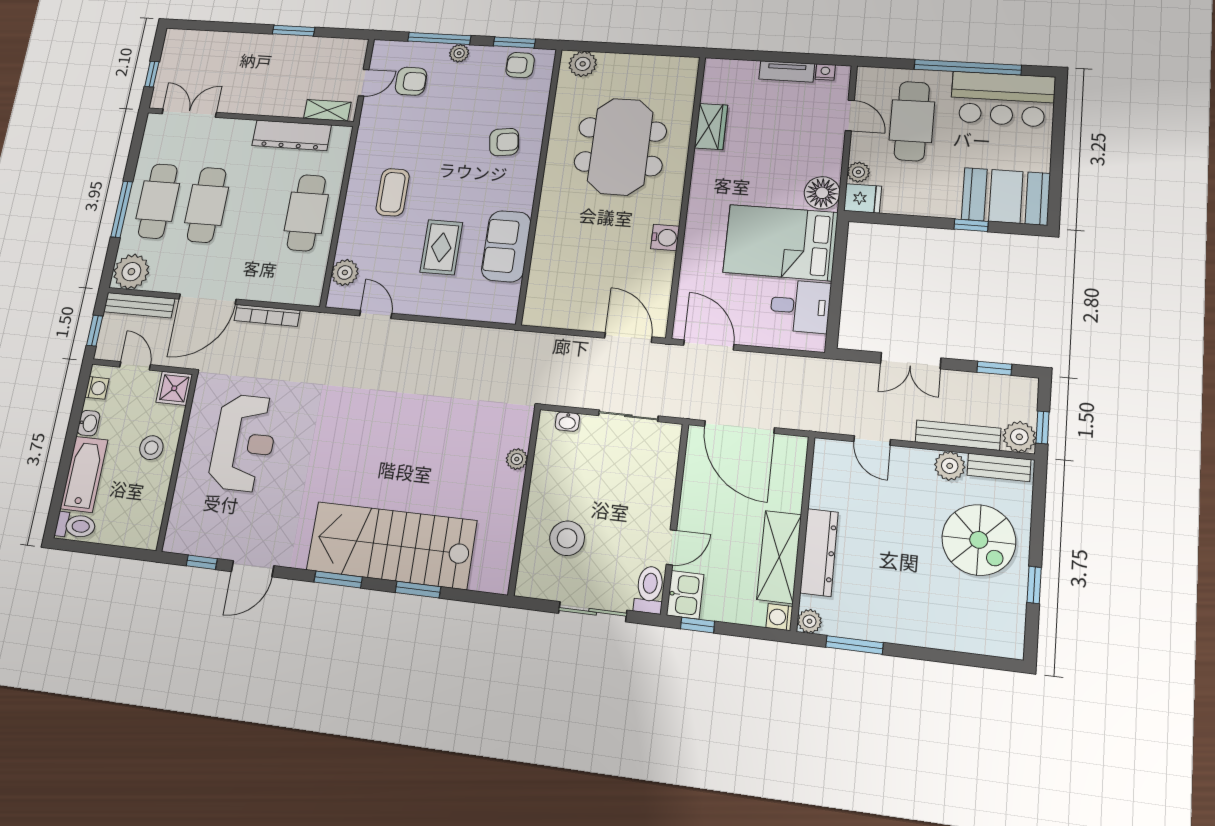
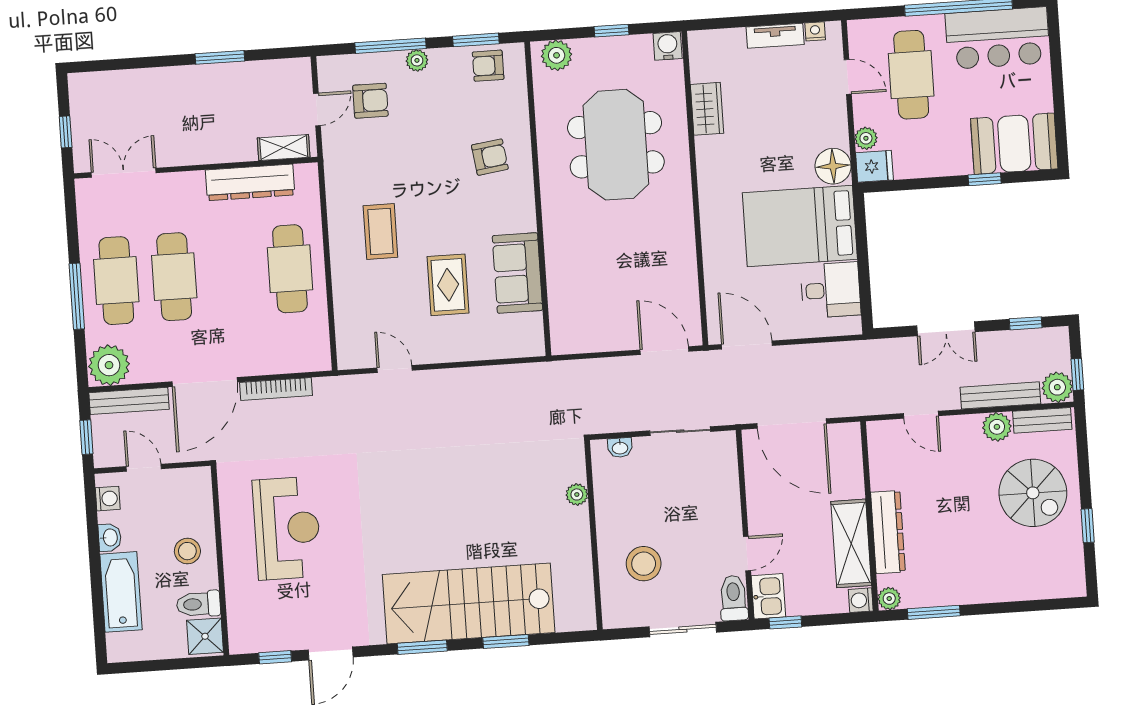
window: (636, 49) -> (612, 31), added
water cooler: (665, 238) -> (668, 46), moved, turned -90
plant: (345, 273) -> (350, 329), removed
shower: (174, 388) -> (205, 636), moved
toilet: (75, 526) -> (198, 604), moved, turned 180

